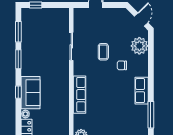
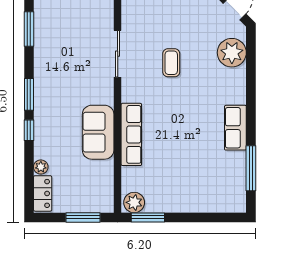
window: (18, 59) -> (29, 94), moved
chair: (122, 65) -> (202, 85), removed
sofa: (31, 93) -> (98, 132), moved, turned 180

